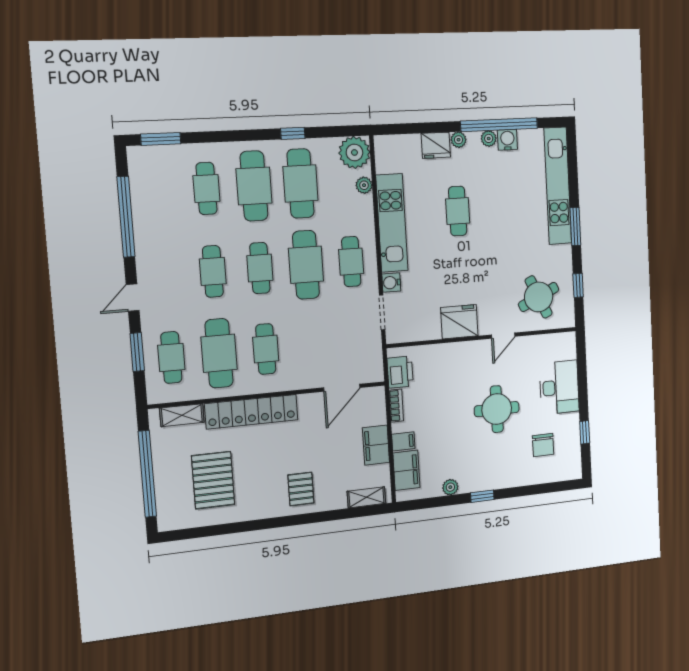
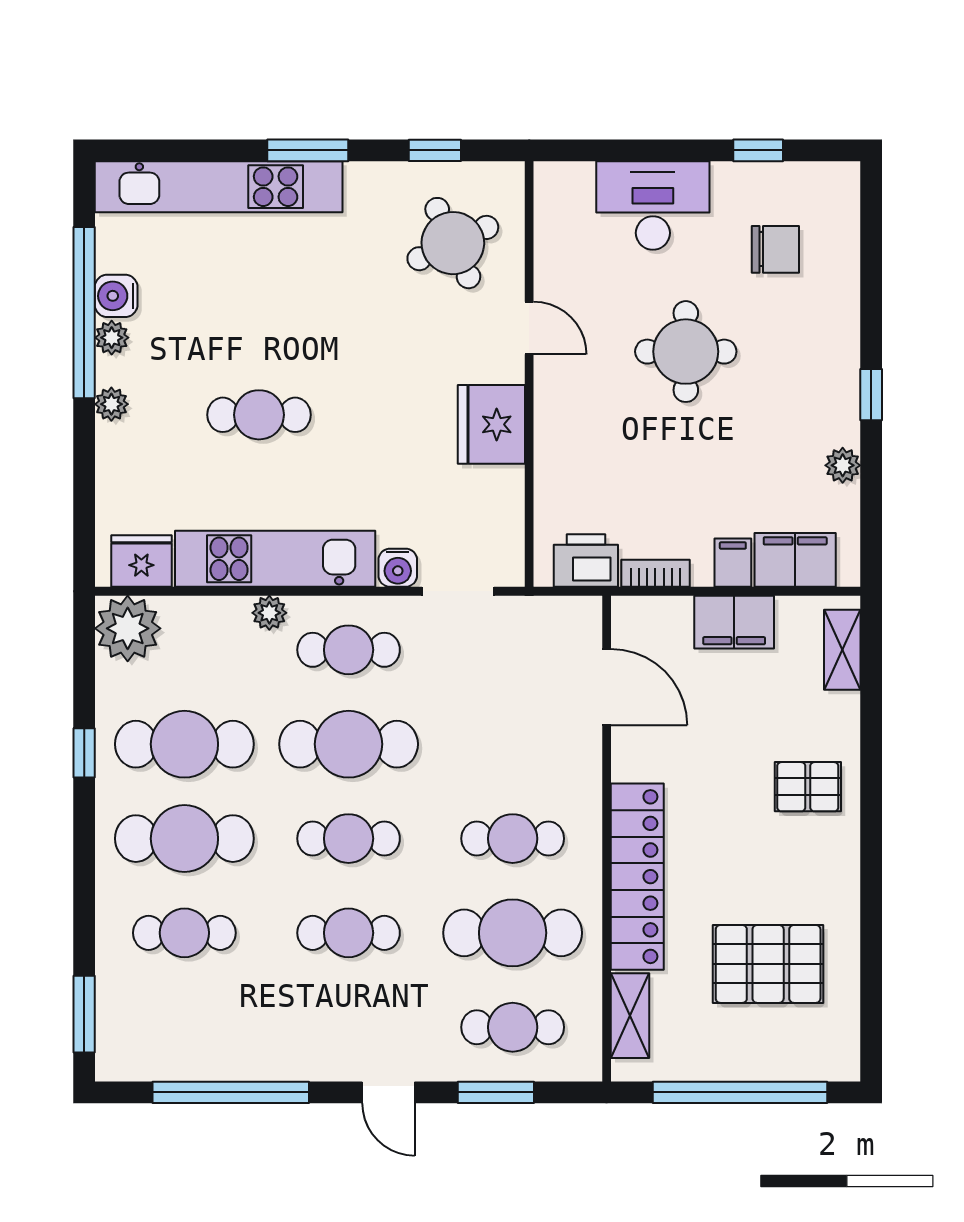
fridge: (436, 145) -> (141, 561), moved, turned -90
plant: (364, 185) -> (269, 613), moved

